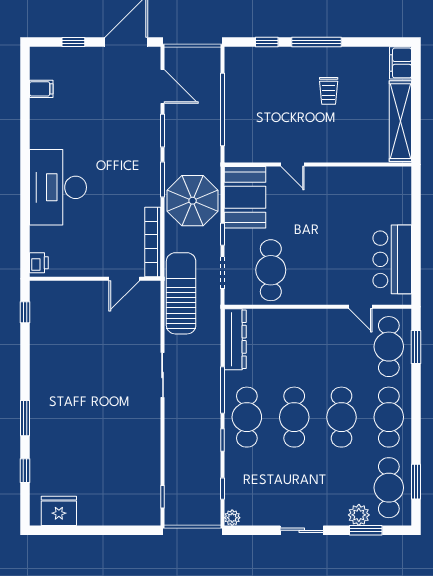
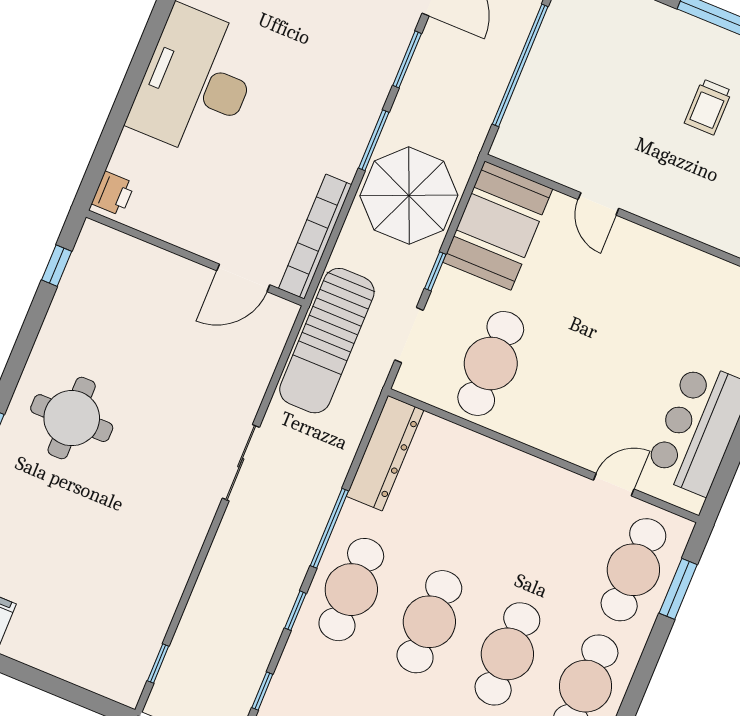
sun lounger: (181, 293) -> (327, 341), turned 180
door: (360, 307) -> (614, 485), swing flipped
round table: (65, 388) -> (72, 418), added

